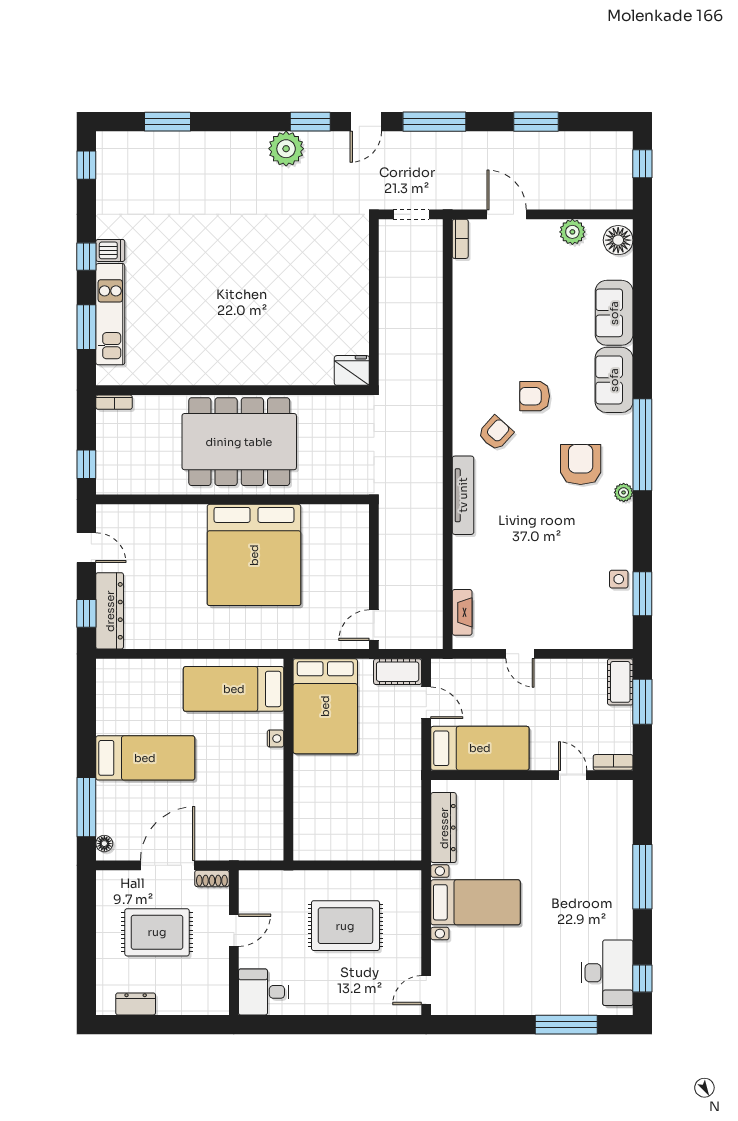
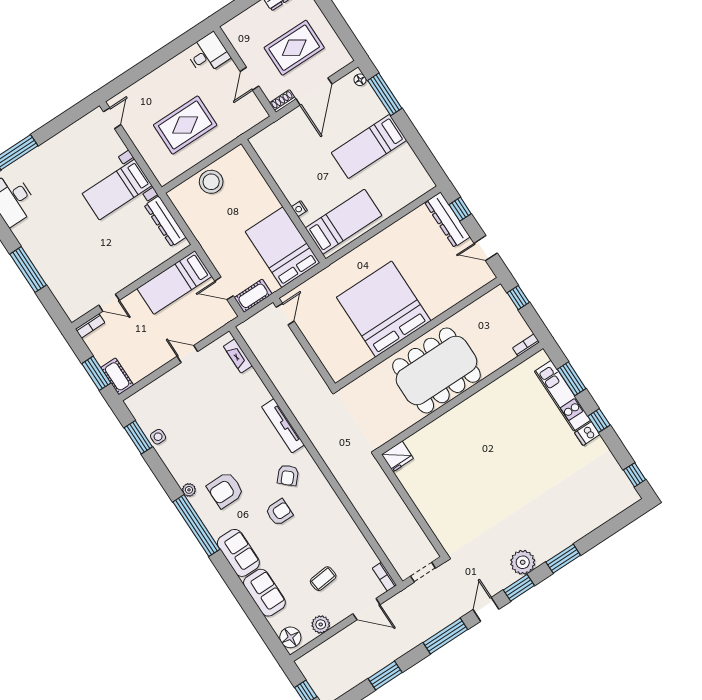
window: (167, 122) -> (563, 559), moved
coffee table: (534, 284) -> (323, 579), added
armchair: (581, 464) -> (225, 490), turned 90
stool: (359, 839) -> (211, 182), added

